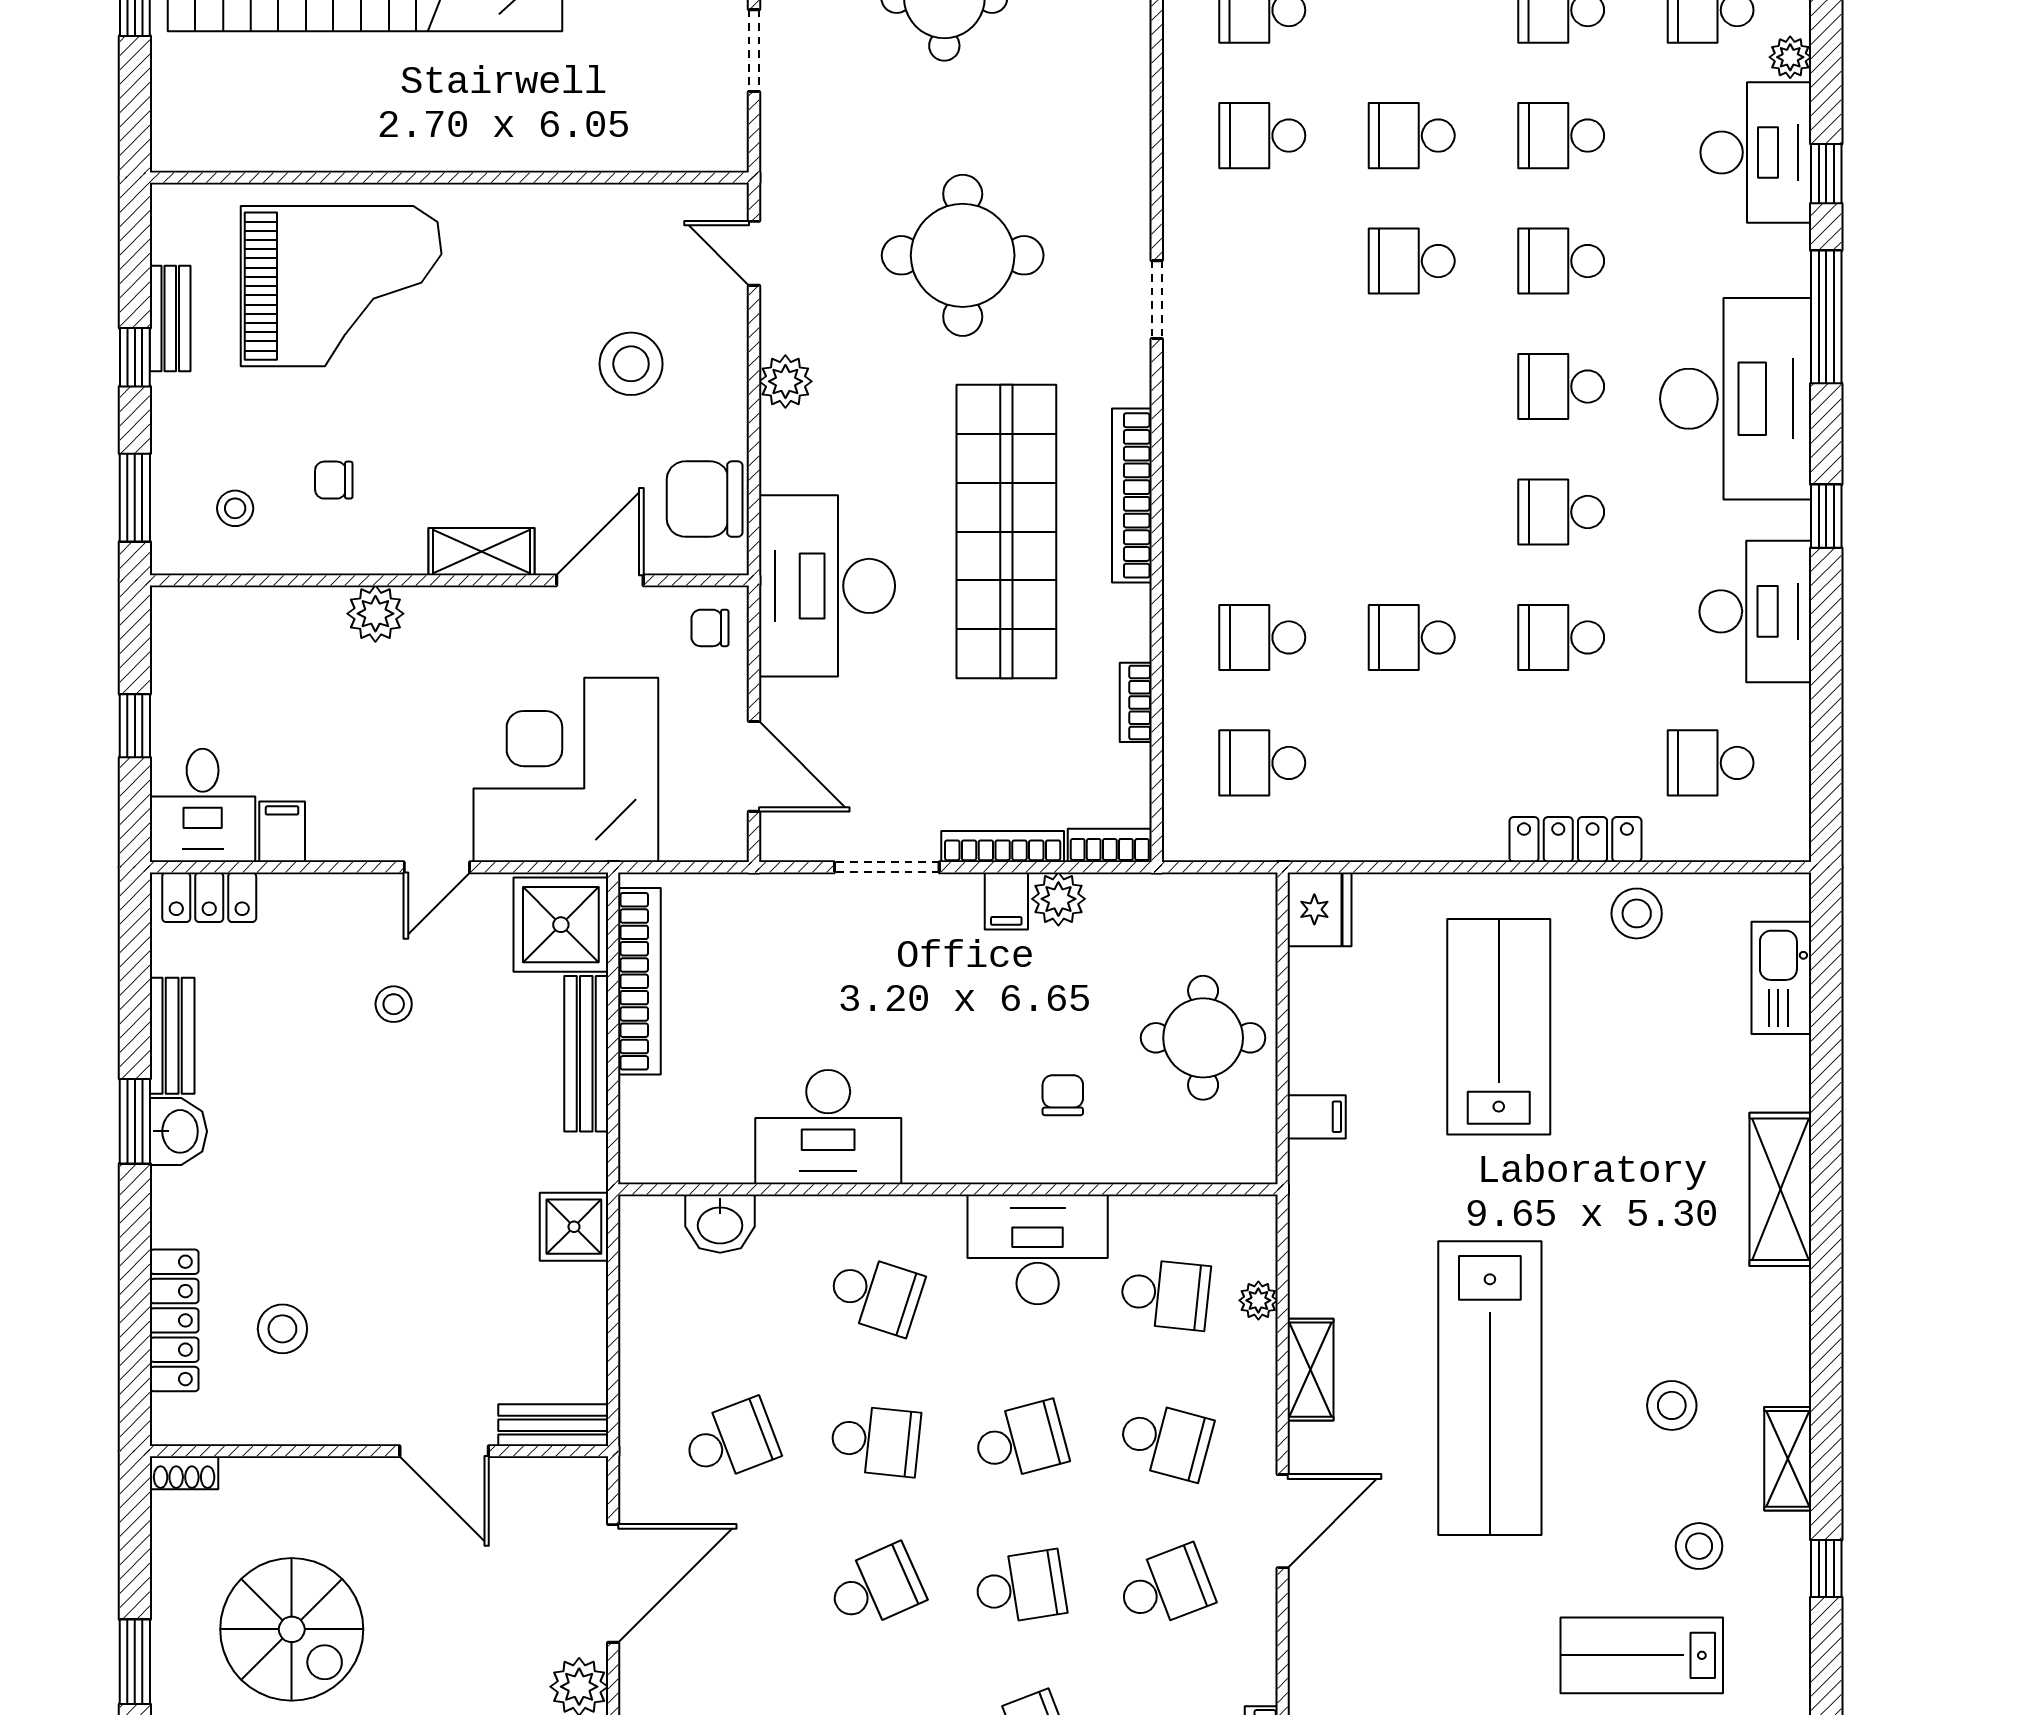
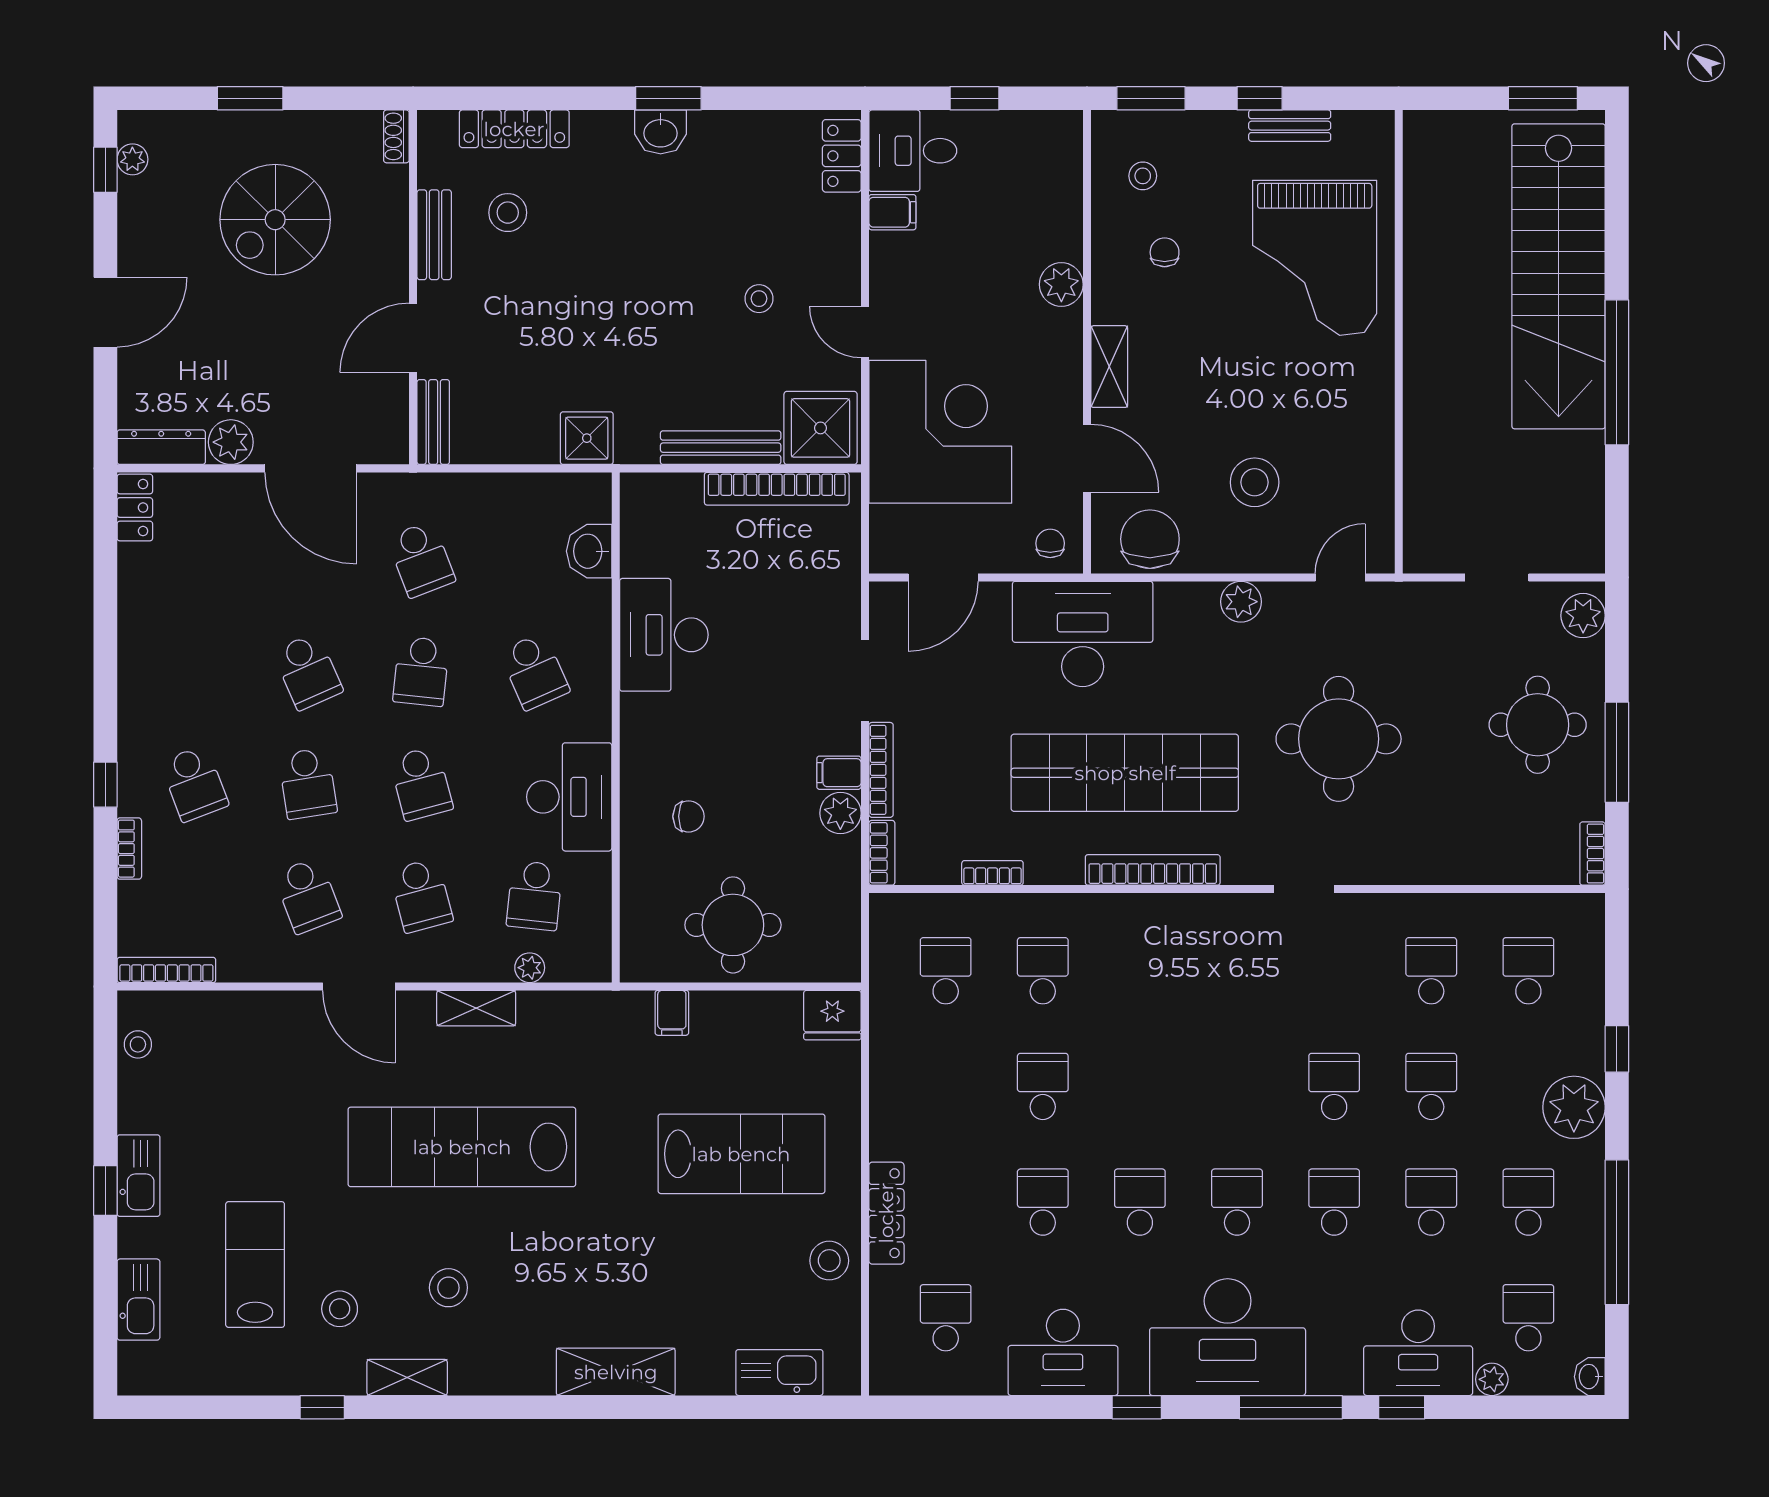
bench: (172, 1036) -> (434, 235), moved, turned 90
school desk: (875, 1294) -> (535, 671), turned -42
school desk: (1165, 1441) -> (421, 896), turned -30

